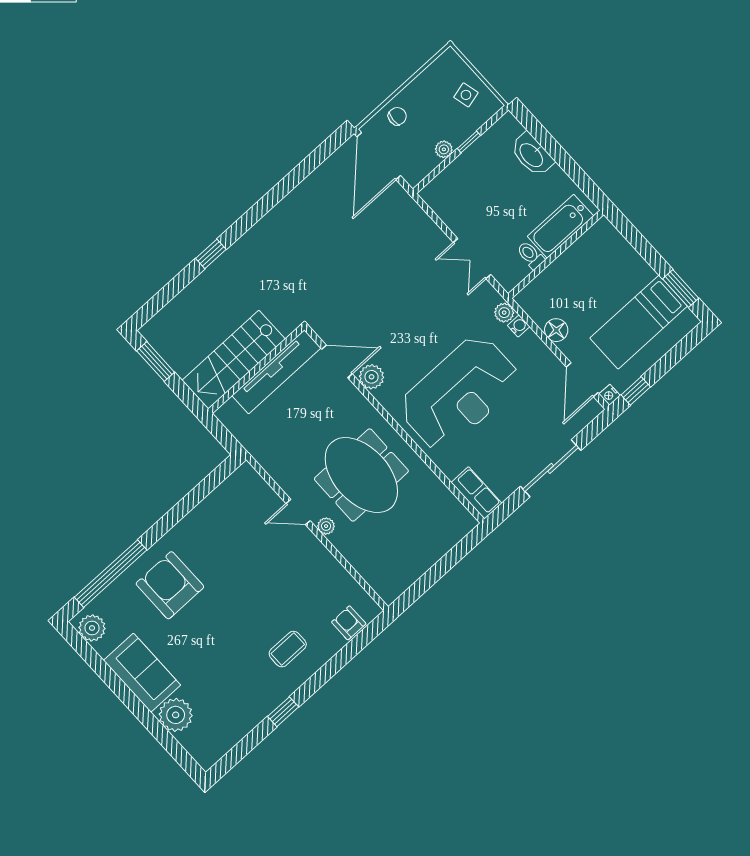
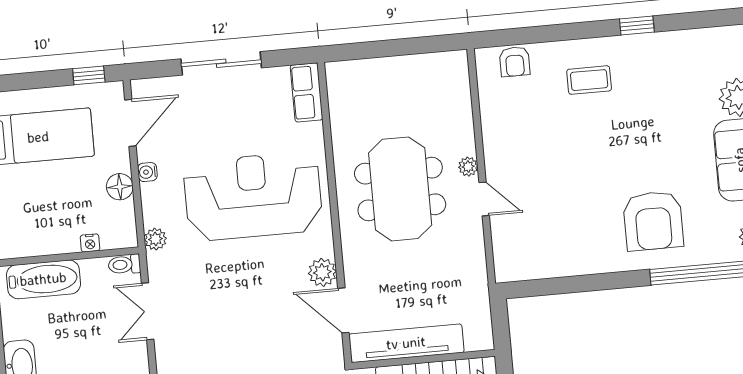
toilet: (531, 255) -> (124, 264), moved, turned 90
double door: (472, 259) -> (148, 311), swing flipped
water cooler: (519, 326) -> (147, 172), moved
nightstand: (610, 395) -> (90, 243), moved, turned 90

